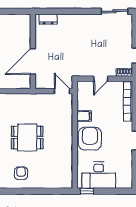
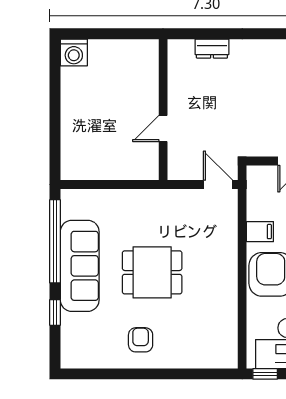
dresser: (48, 19) -> (212, 49), moved
door: (33, 61) -> (163, 128), width x0.53

